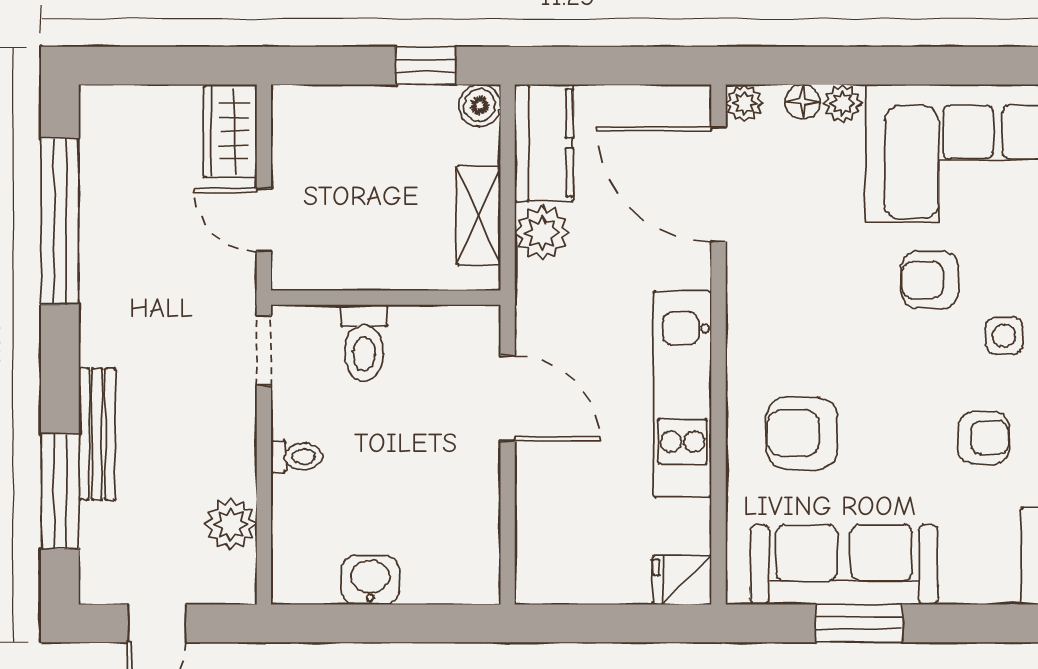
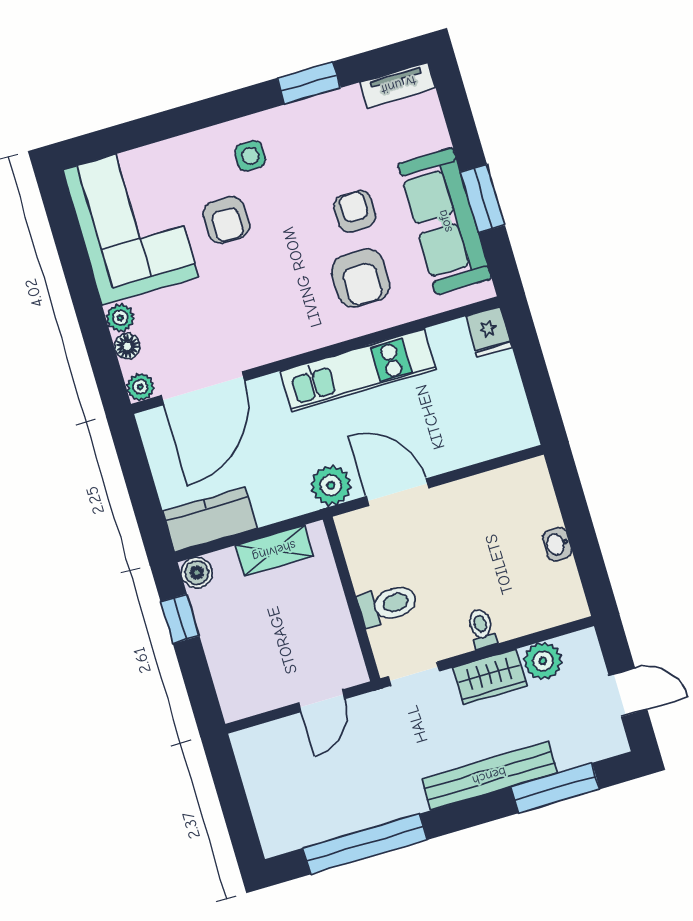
wardrobe: (230, 131) -> (490, 677), moved
plant: (542, 233) -> (331, 485), moved
door: (508, 399) -> (397, 492), hinge flipped
bench: (97, 434) -> (489, 776), width x1.37, depth x1.21
armchair: (984, 438) -> (355, 211), moved
washbasin: (370, 580) -> (557, 544), width x0.72, depth x0.69

